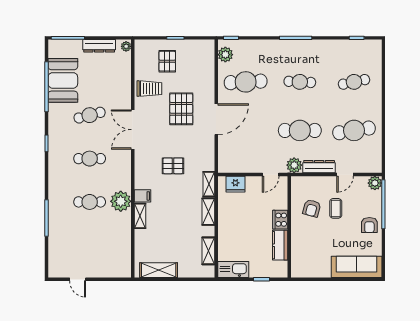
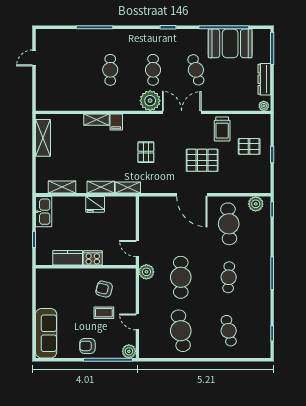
dresser: (319, 167) -> (145, 296), removed
fridge: (235, 184) -> (95, 204), moved, turned -90
plant: (121, 201) -> (150, 101), moved

